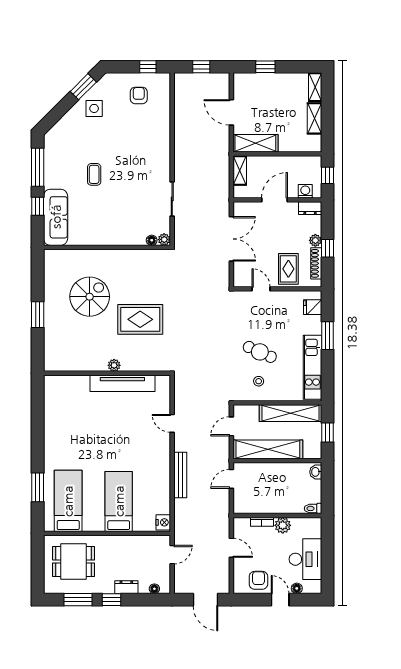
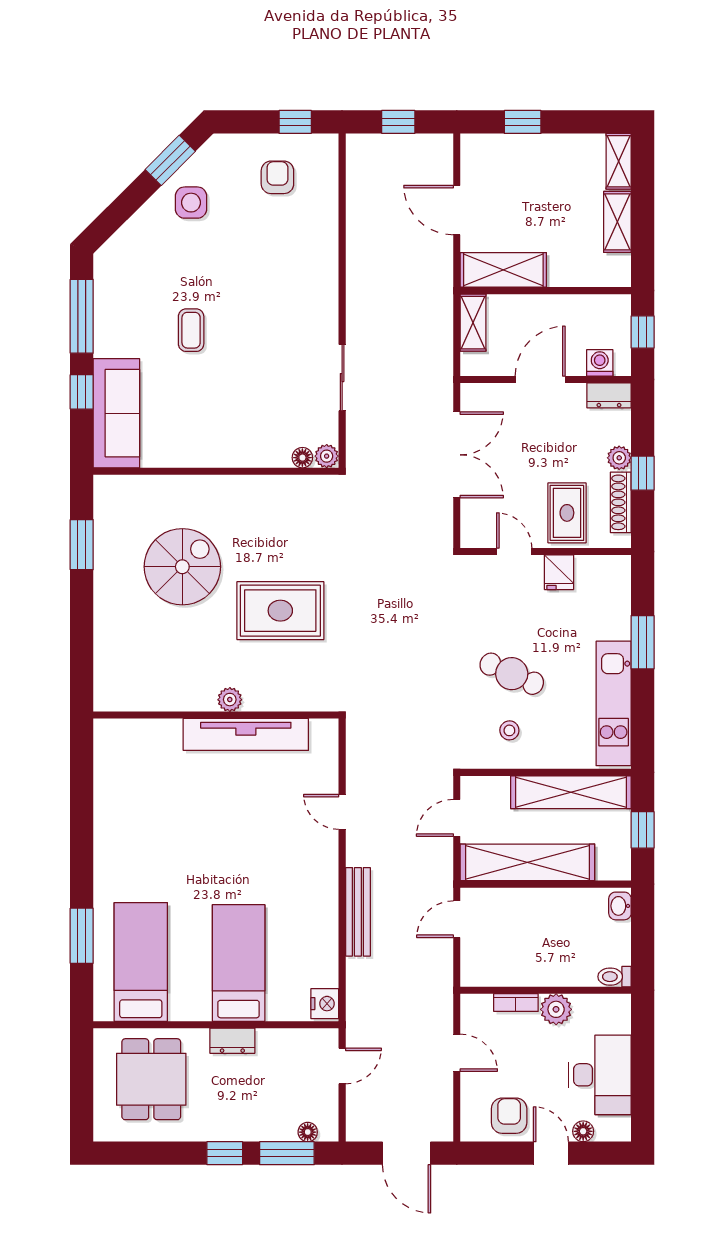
fridge: (313, 307) -> (559, 572), moved, turned -90
window: (38, 315) -> (82, 545), moved
dining table: (74, 561) -> (151, 1079), turned 90
dresser: (126, 587) -> (232, 1041), moved, turned 180
window: (78, 600) -> (287, 1153), moved

